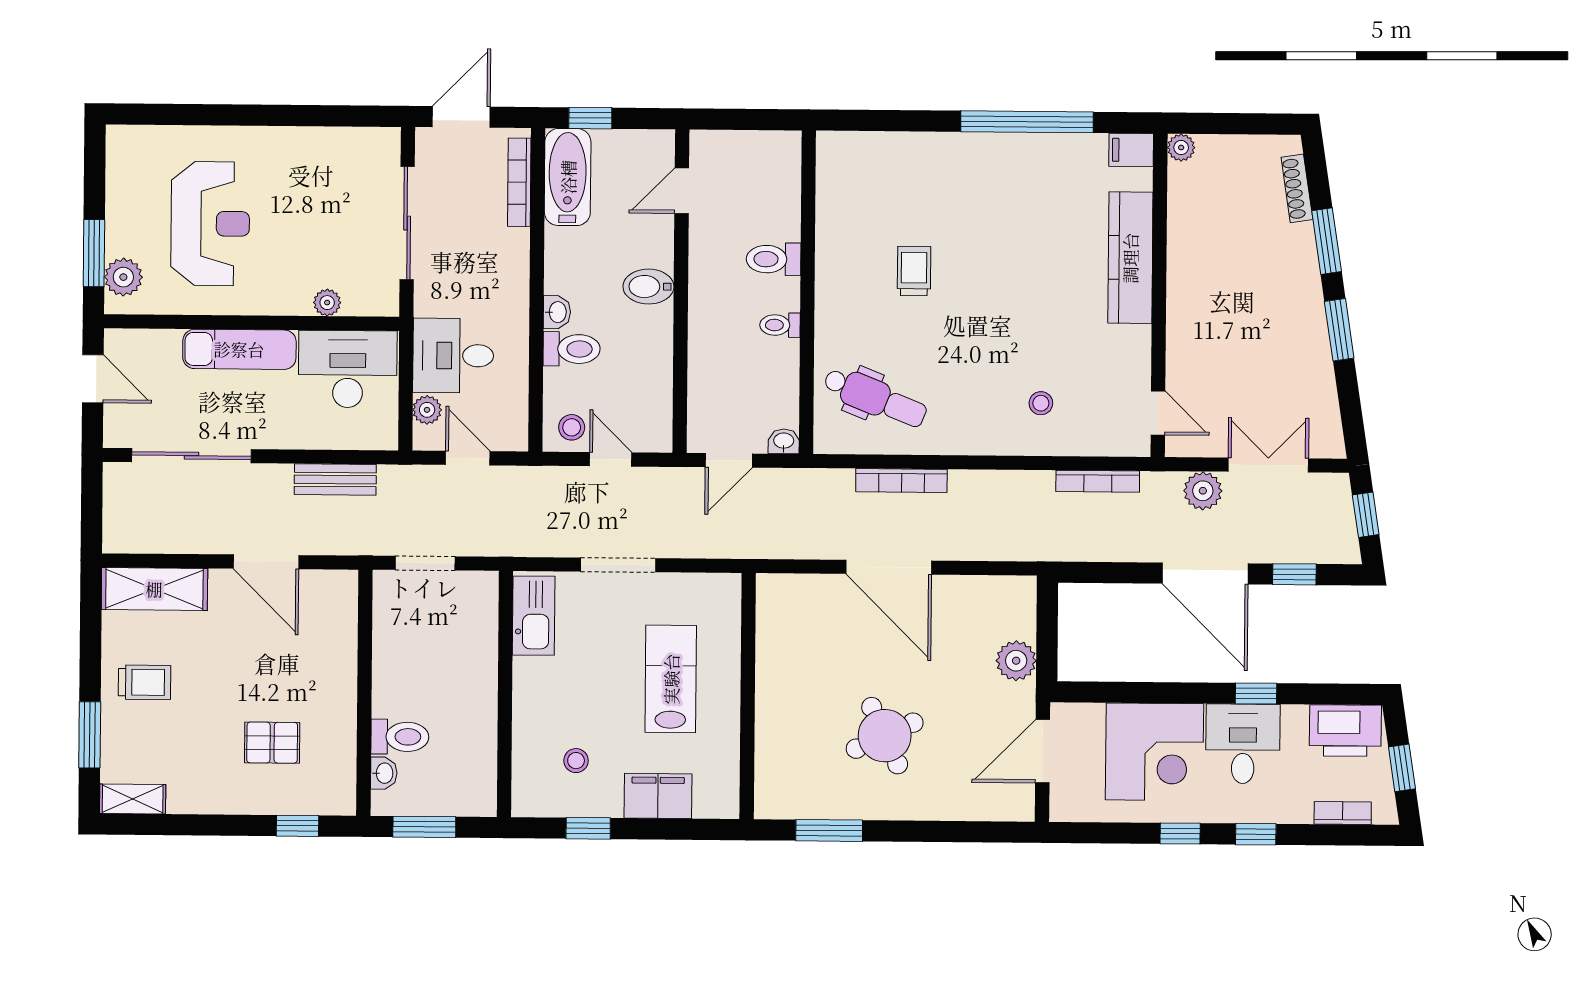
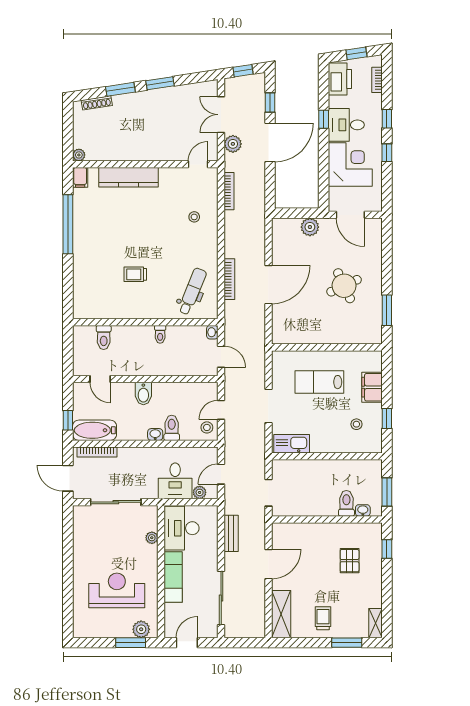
toilet: (774, 259) -> (104, 337), moved

